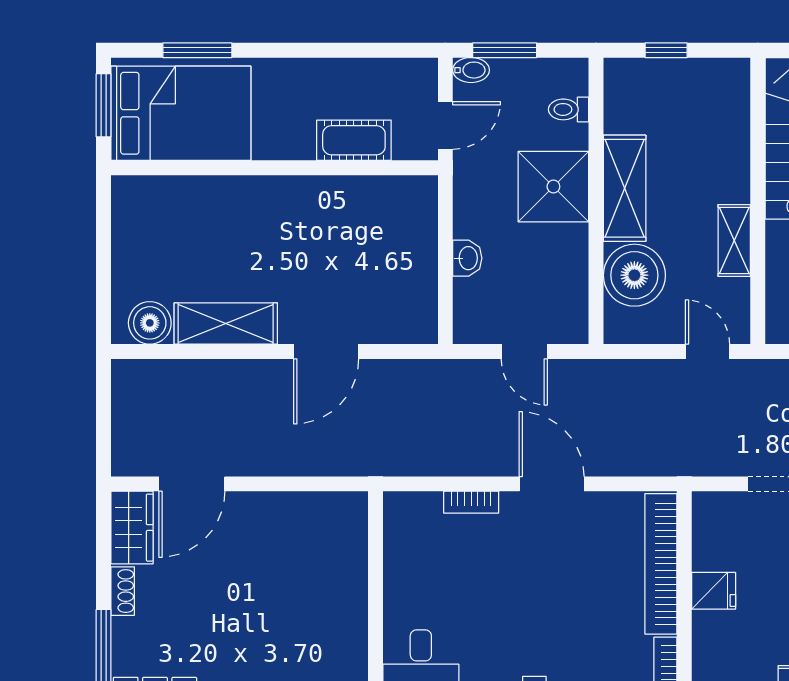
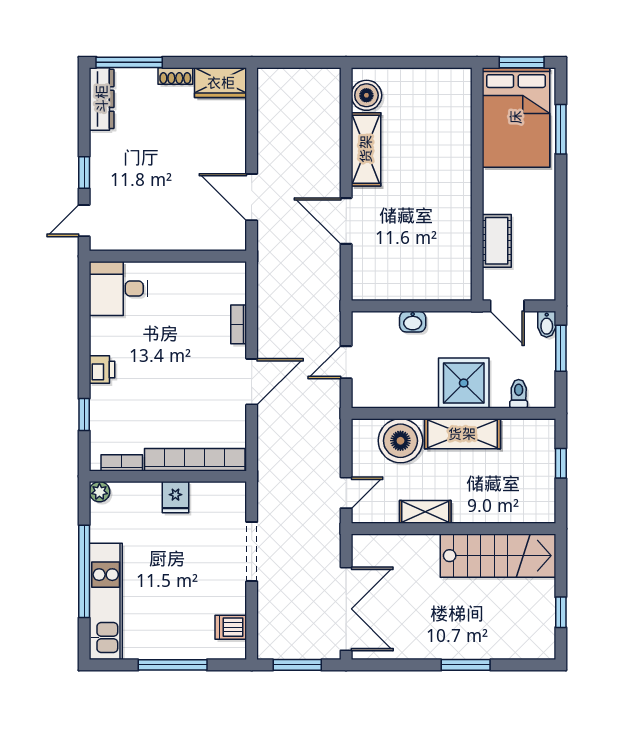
door: (192, 484) -> (252, 197), moved

